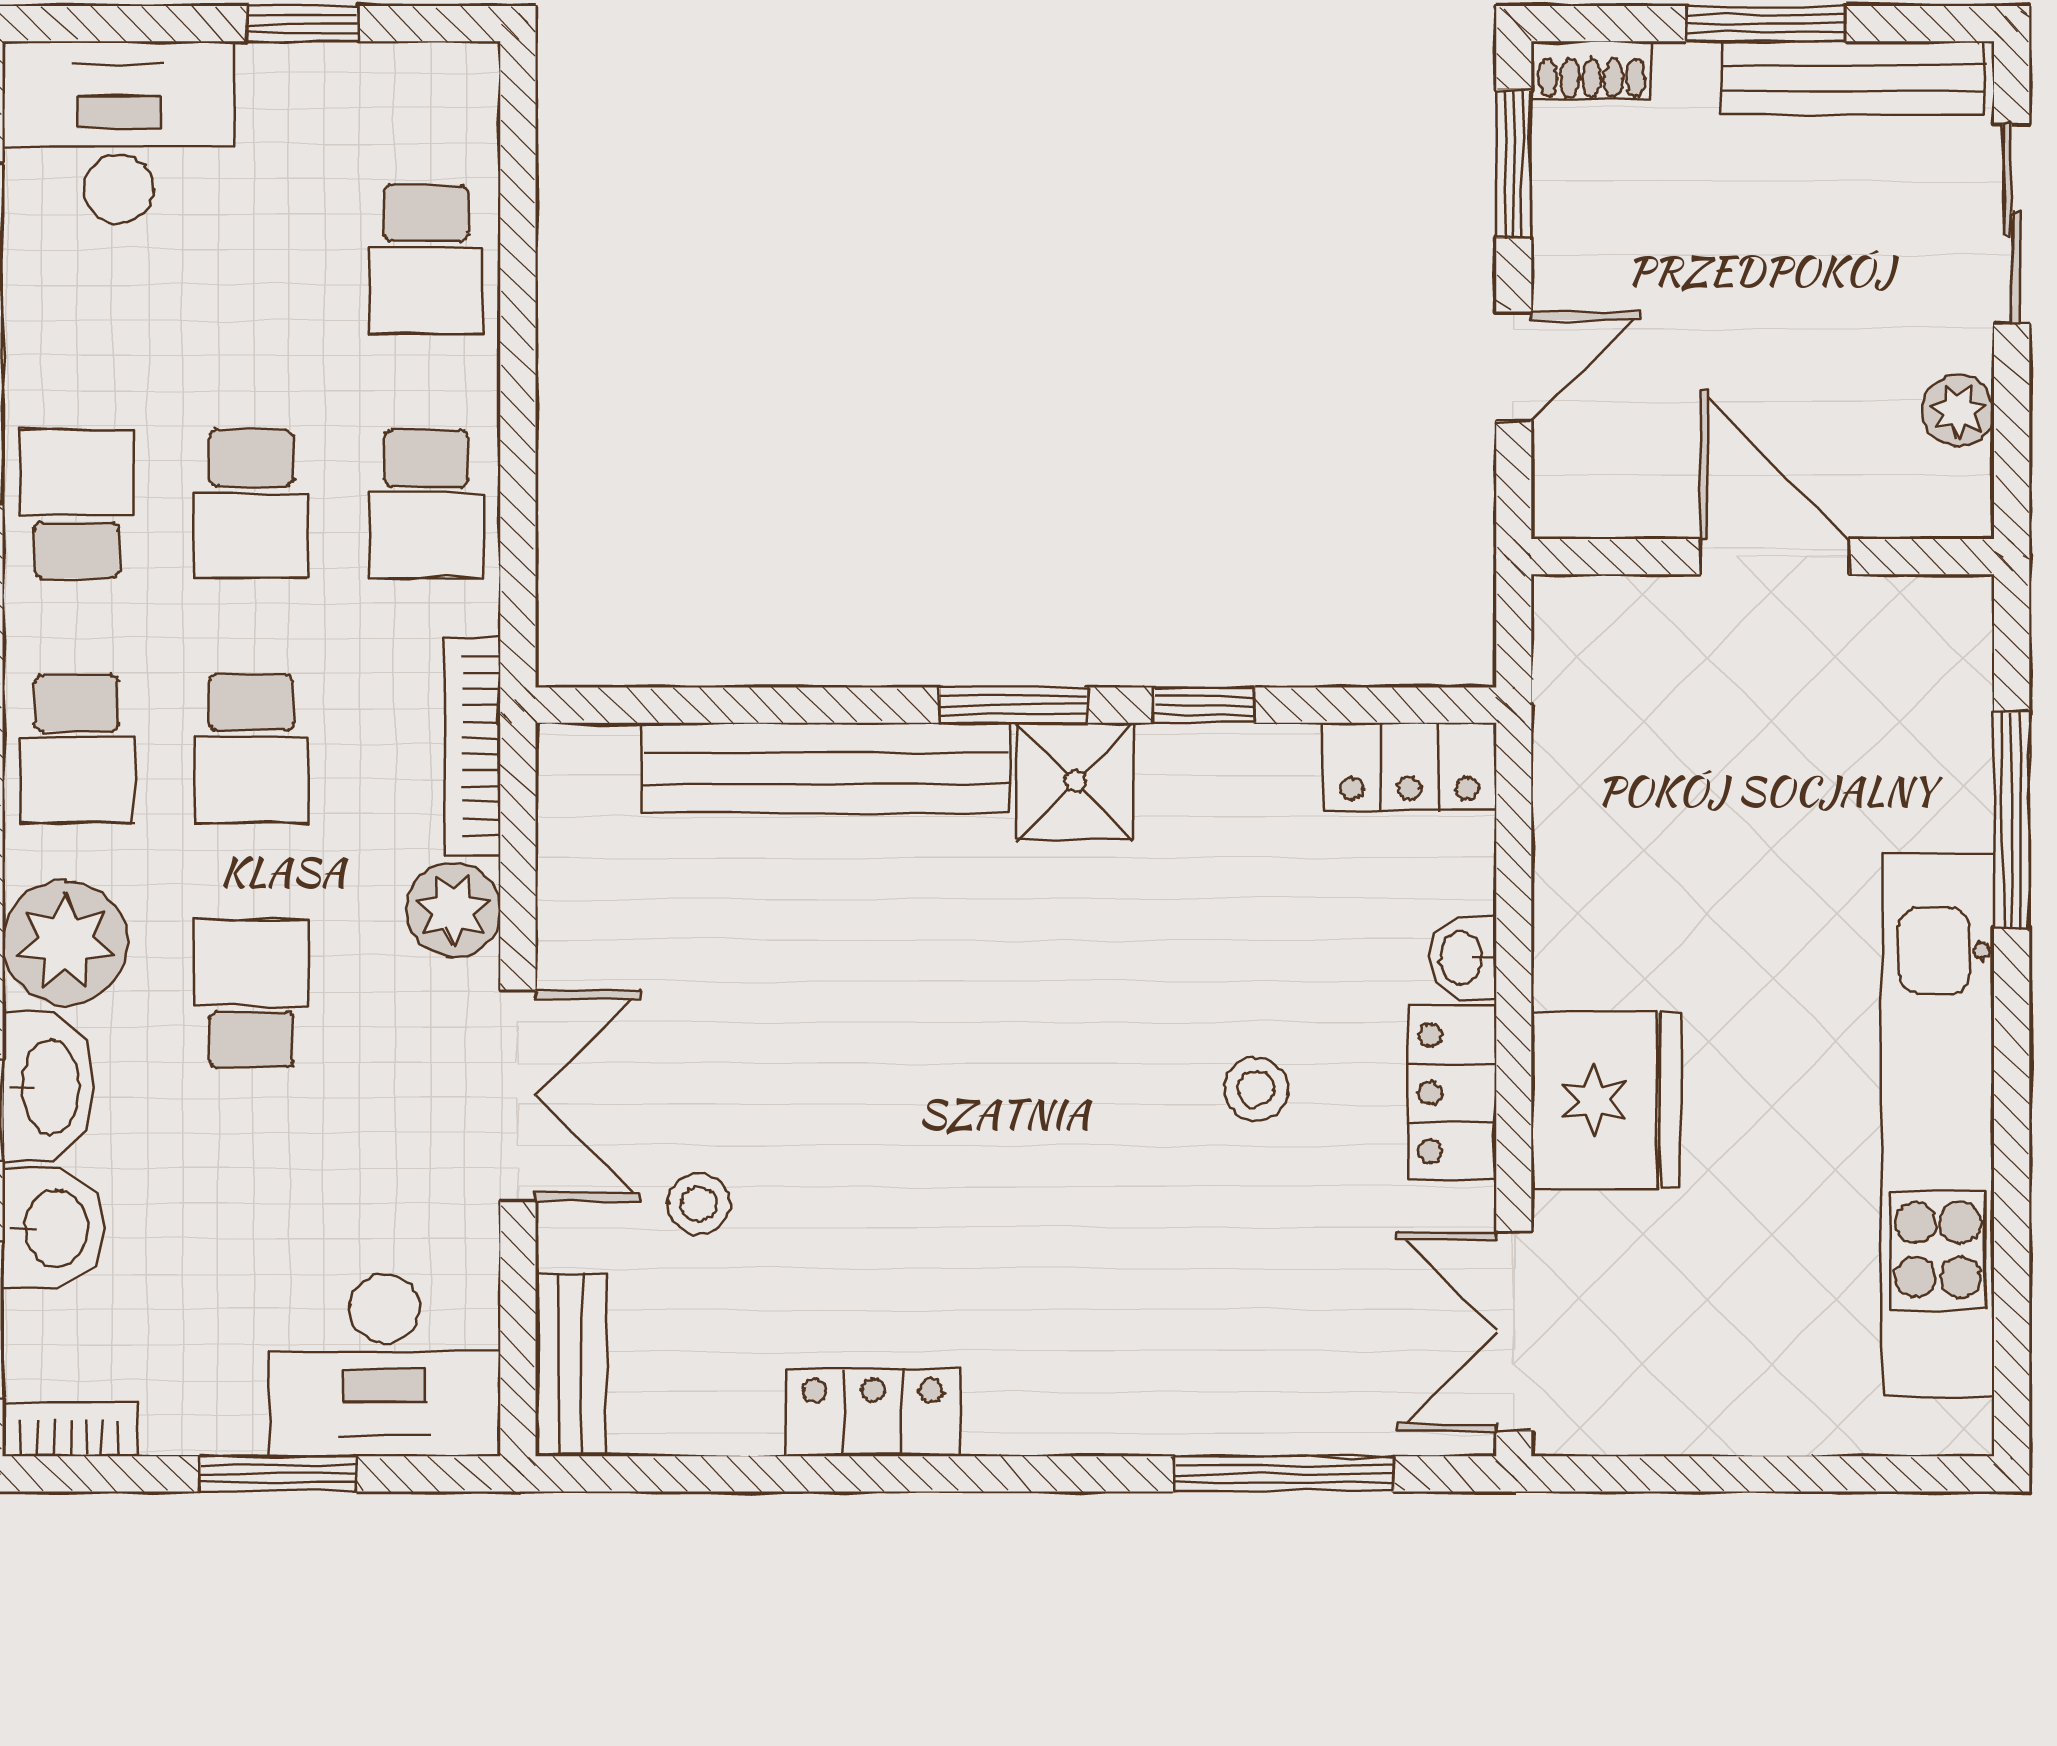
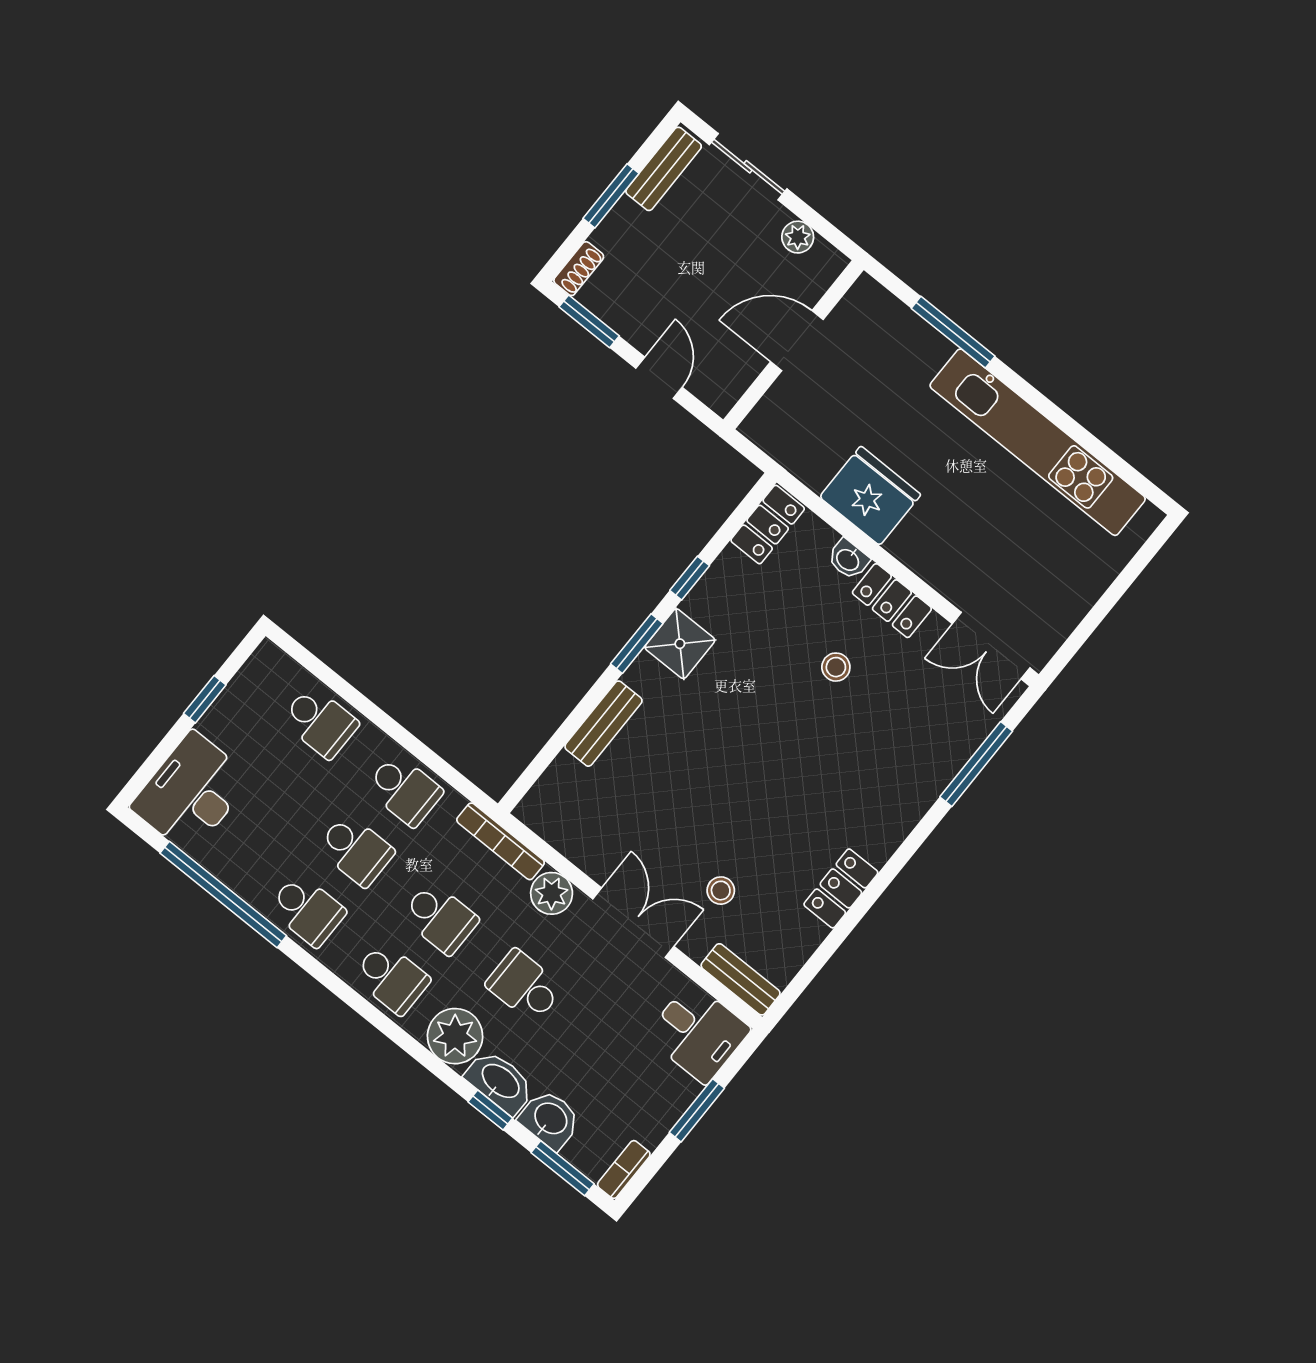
bench: (1853, 78) -> (664, 169), width x0.73
school desk: (77, 504) -> (307, 910), turned 180
bench: (826, 768) -> (603, 724), width x0.54, depth x0.82
fridge: (1606, 1100) -> (870, 496), moved
desk: (385, 1365) -> (698, 1033), width x0.73

